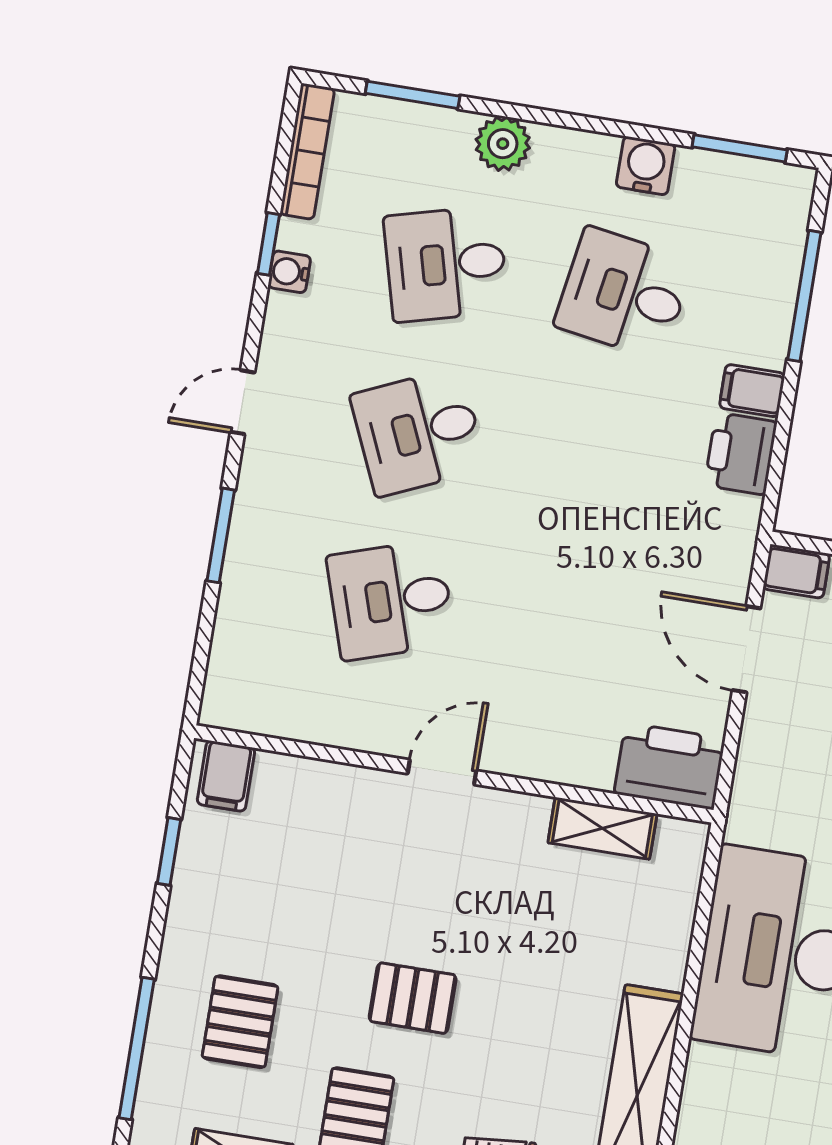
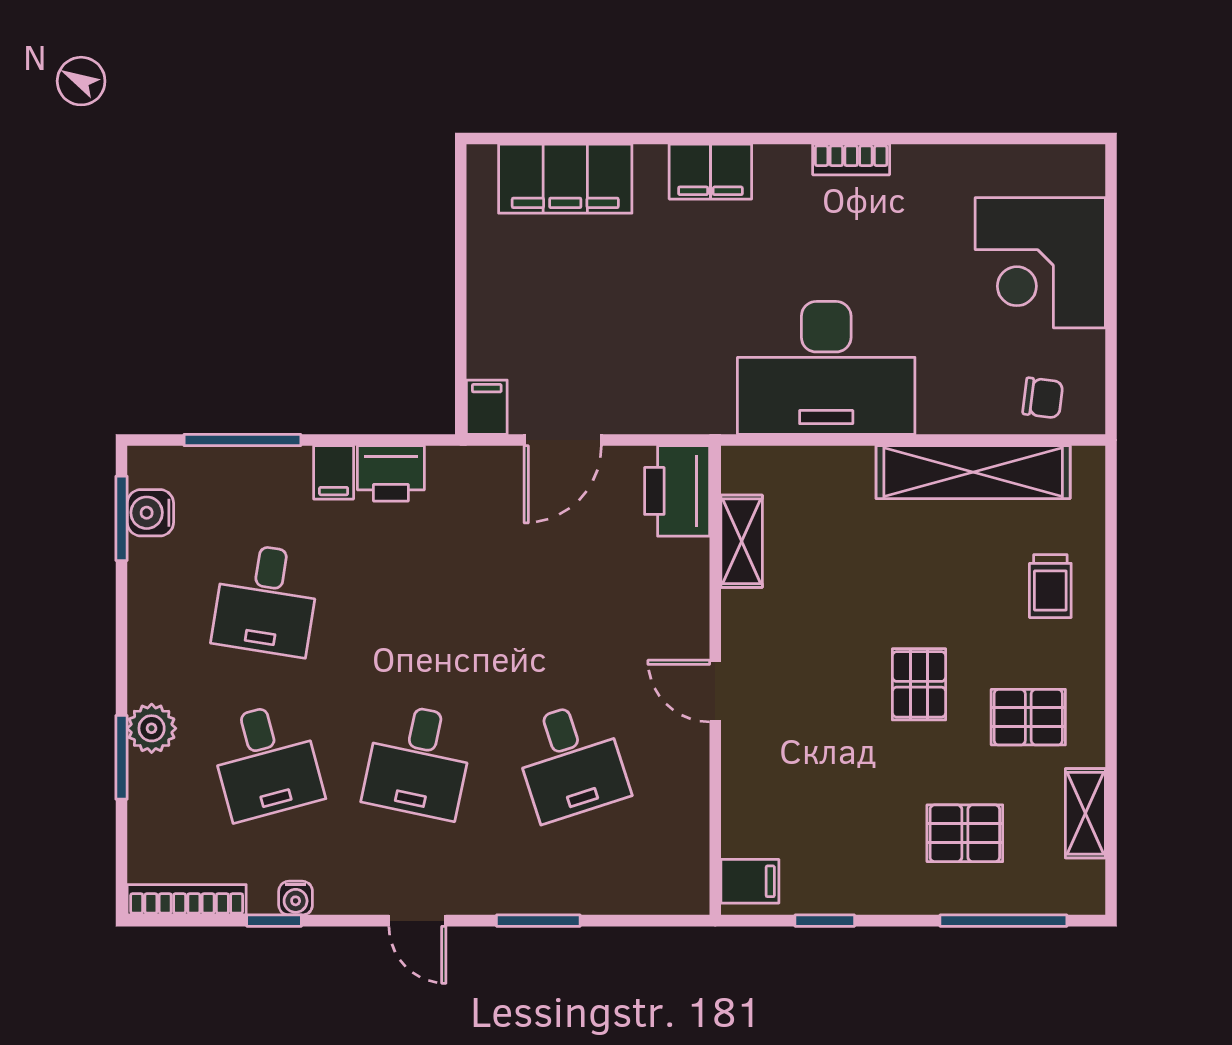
window: (413, 95) -> (121, 757), moved
water cooler: (646, 166) -> (150, 513), moved
desk: (418, 432) -> (418, 761), turned 36

